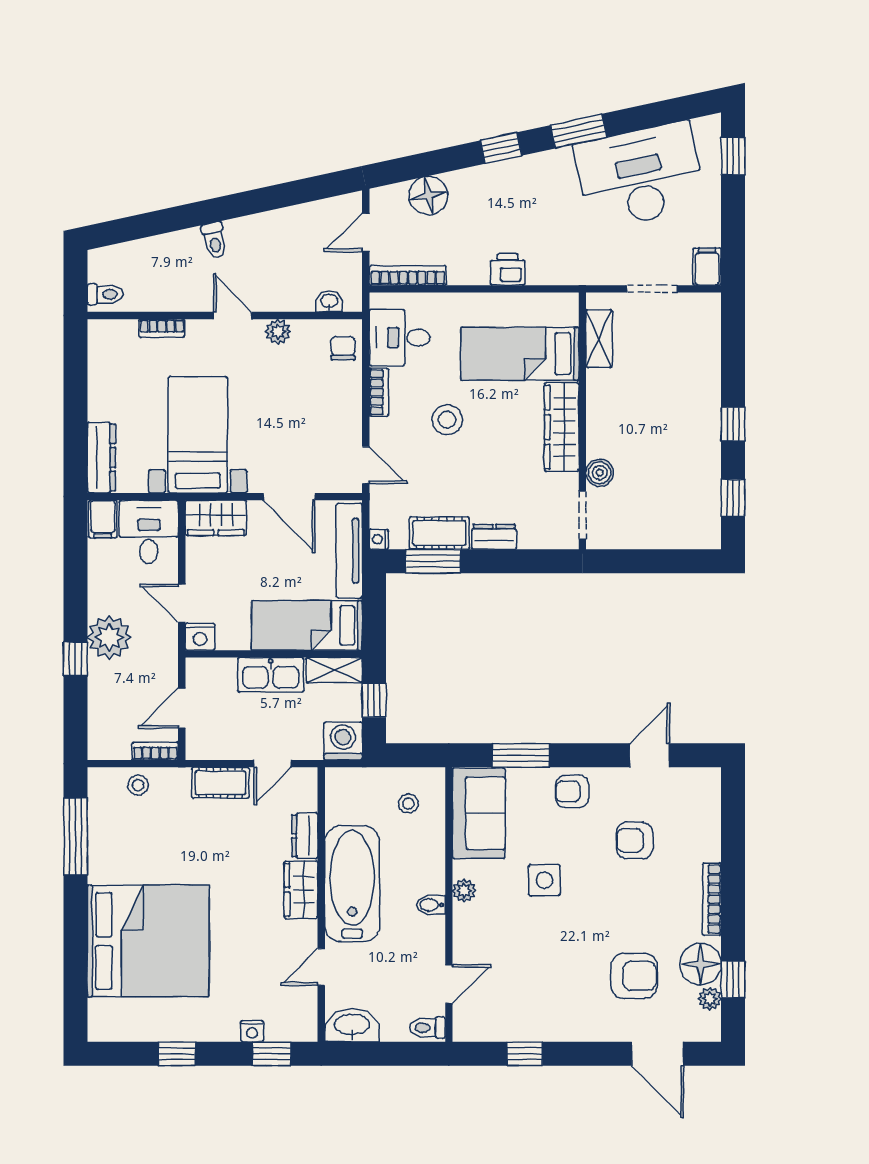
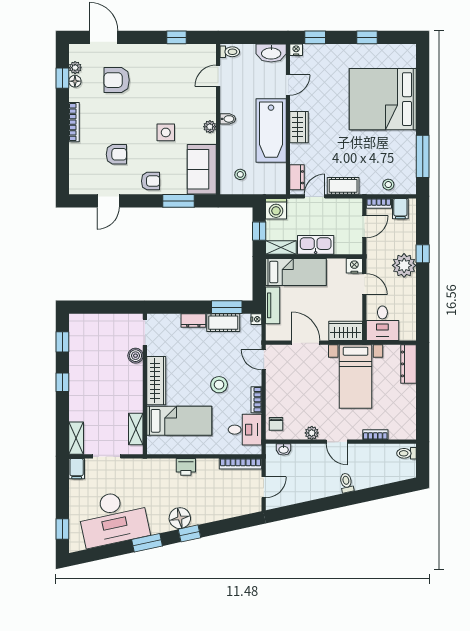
floor lamp: (428, 196) -> (180, 518), moved
shelving: (708, 322) -> (76, 438), added
filing cabinet: (103, 519) -> (400, 209), moved, turned 180
tv unit: (349, 551) -> (273, 305), width x0.71
dresser: (305, 836) -> (297, 177), moved
floor lamp: (700, 964) -> (75, 81), width x0.53, depth x0.53
nightstand: (252, 1031) -> (296, 50), moved

